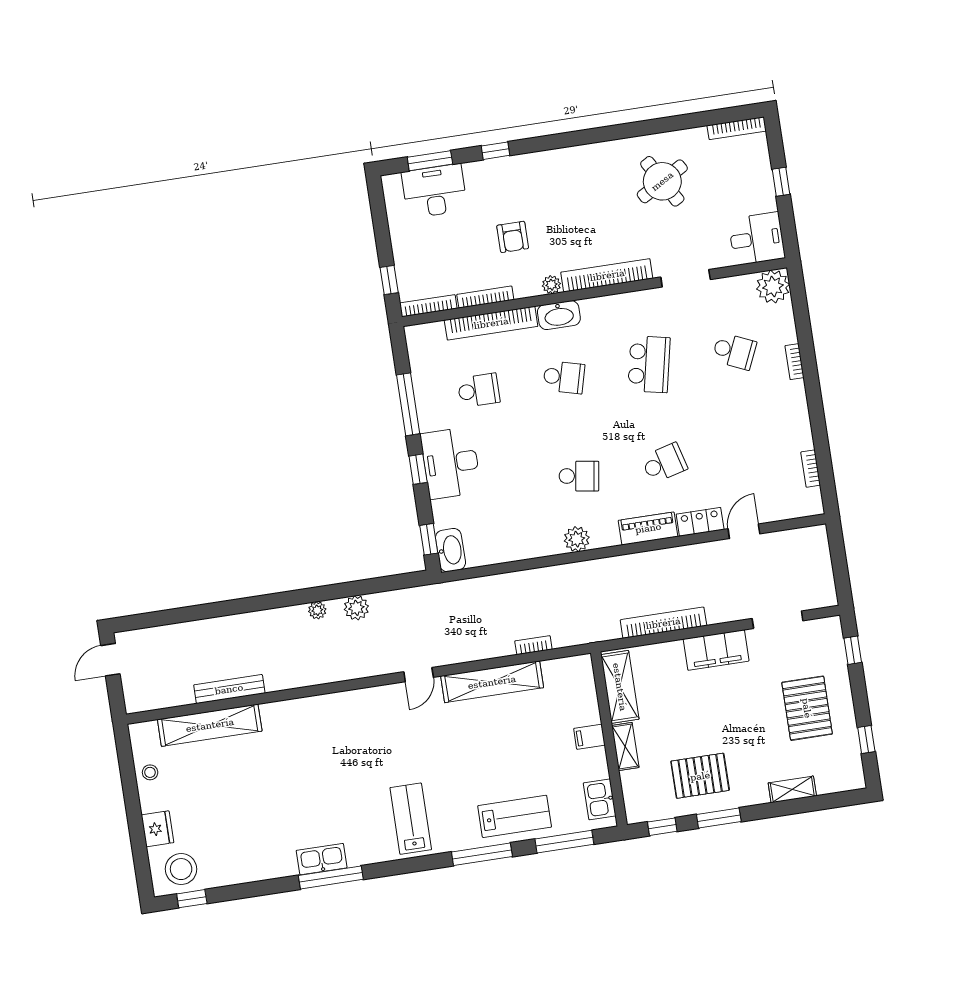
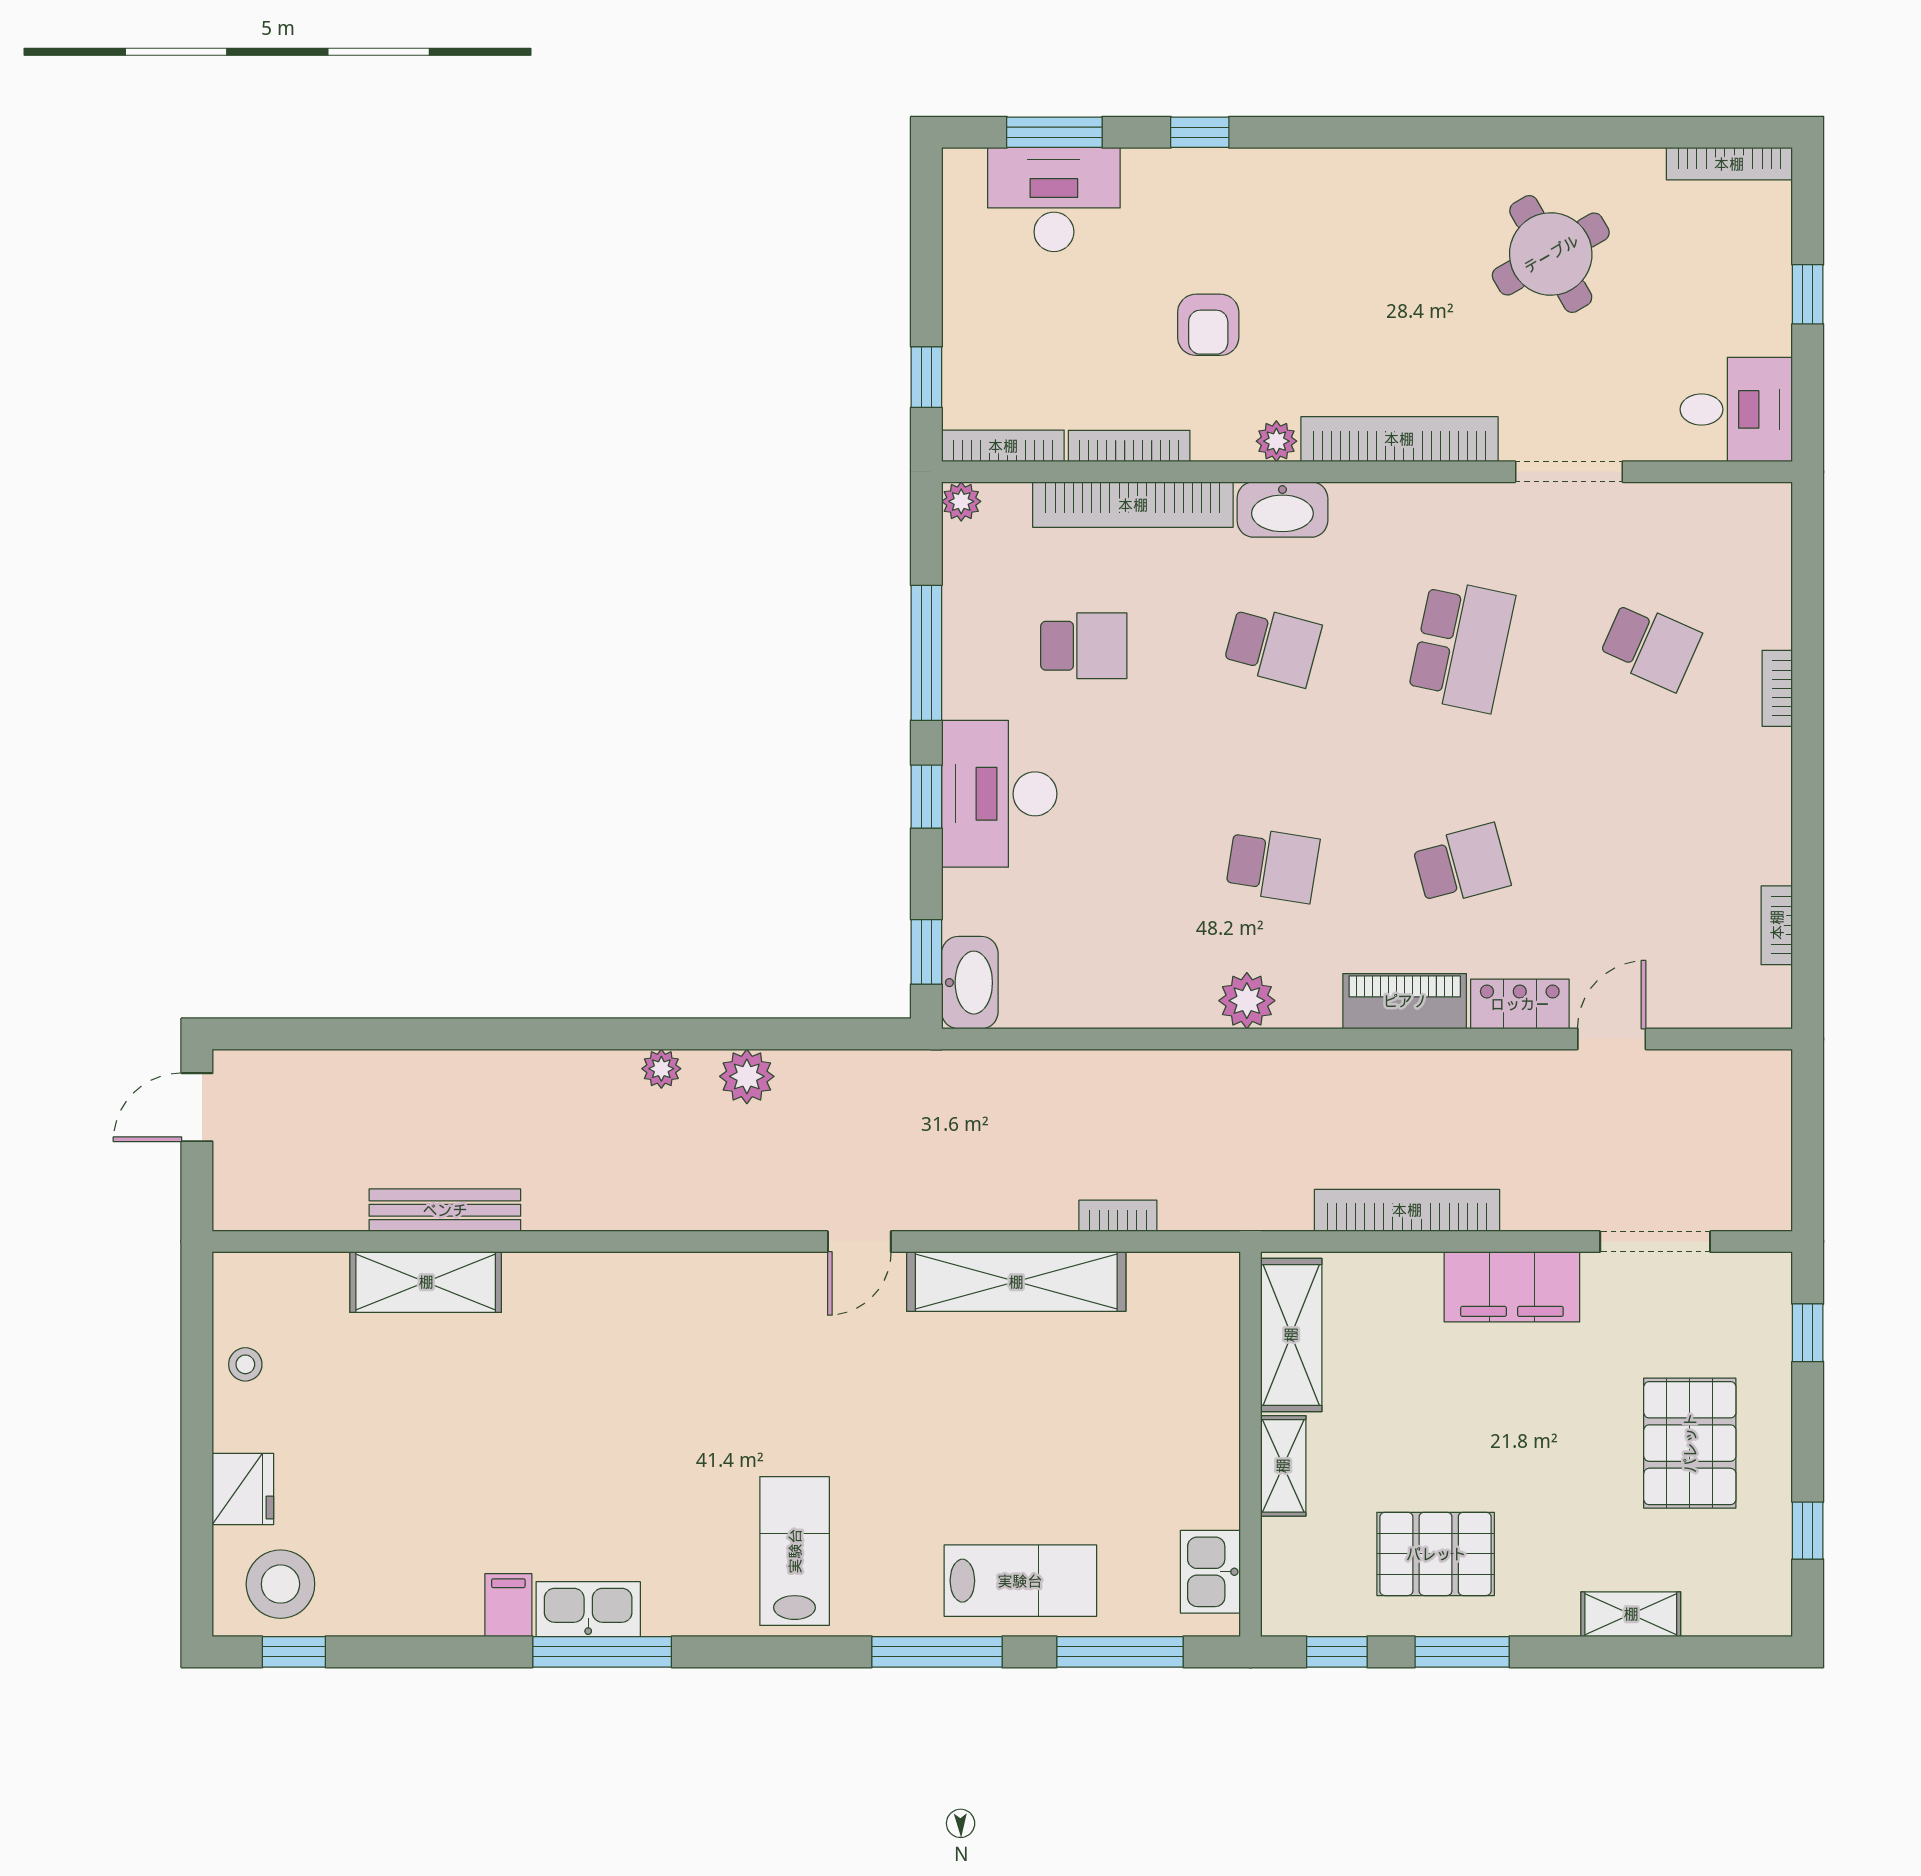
plant: (773, 287) -> (961, 501), moved, width x0.53, depth x0.53
shelving: (210, 725) -> (426, 1282), width x0.68
filing cabinet: (589, 737) -> (508, 1605), moved, turned 90

